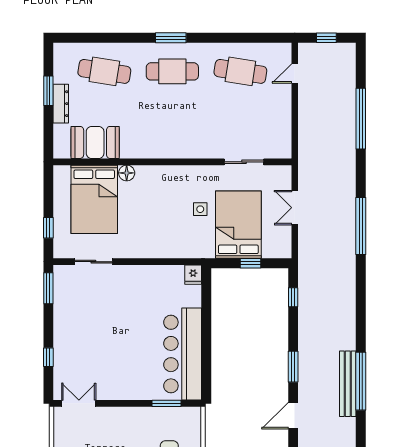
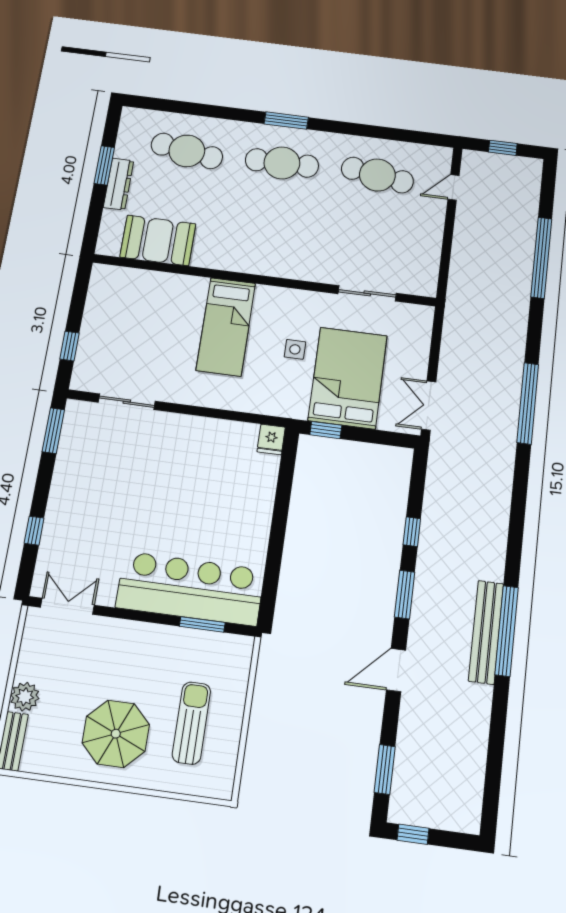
floor lamp: (127, 173) -> (196, 287), removed
bed: (94, 199) -> (226, 327), moved, width x0.67
double door: (295, 208) -> (429, 405), moved
window: (251, 263) -> (326, 430), moved
window: (293, 297) -> (412, 532), moved
bar counter: (183, 354) -> (190, 589), moved, turned 90

